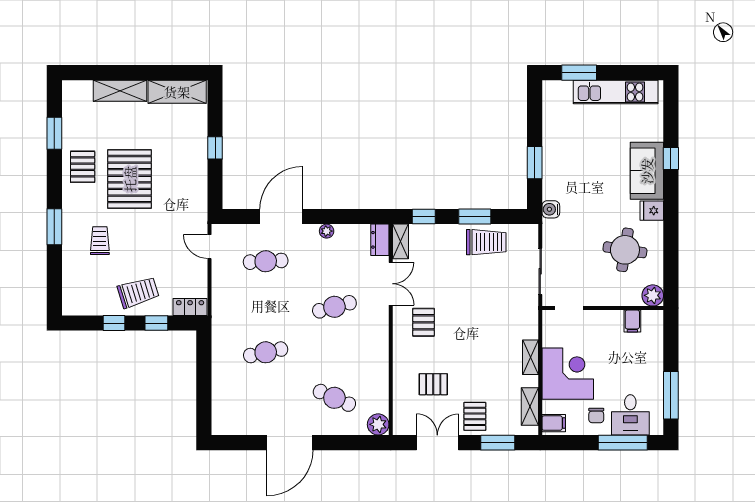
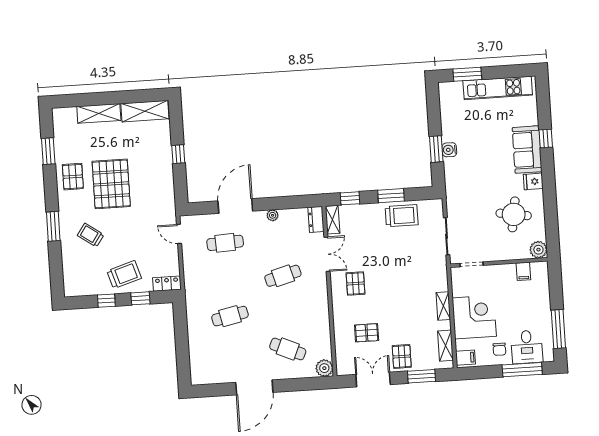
water cooler: (551, 209) -> (449, 150), moved
trolley: (100, 241) -> (91, 235), turned -55

